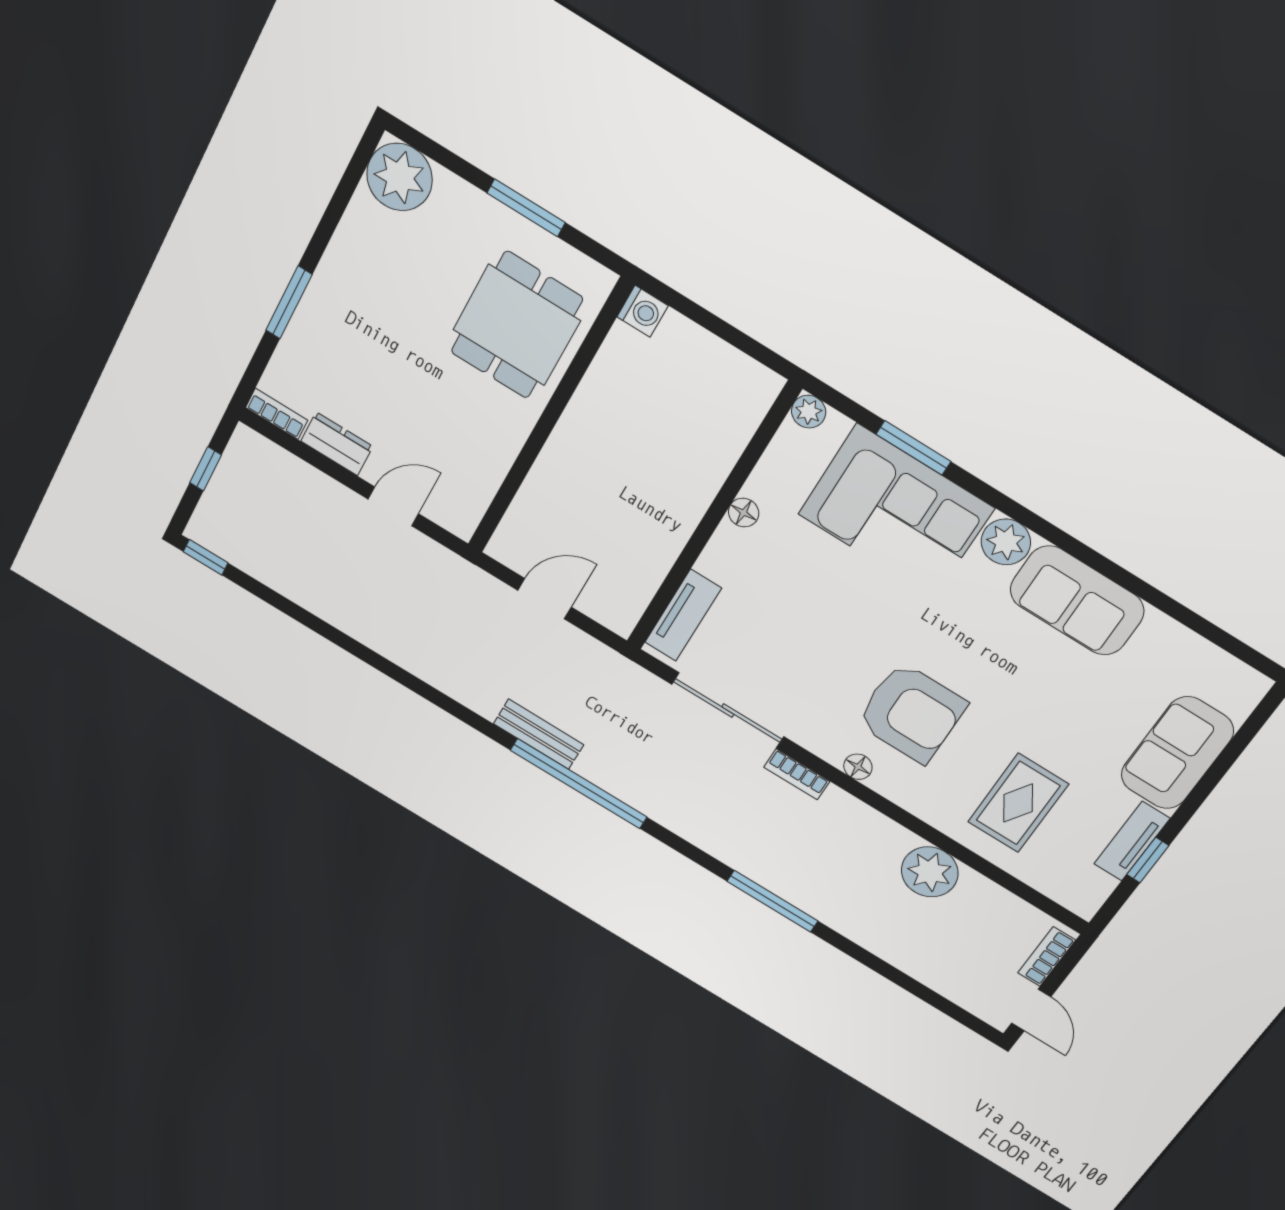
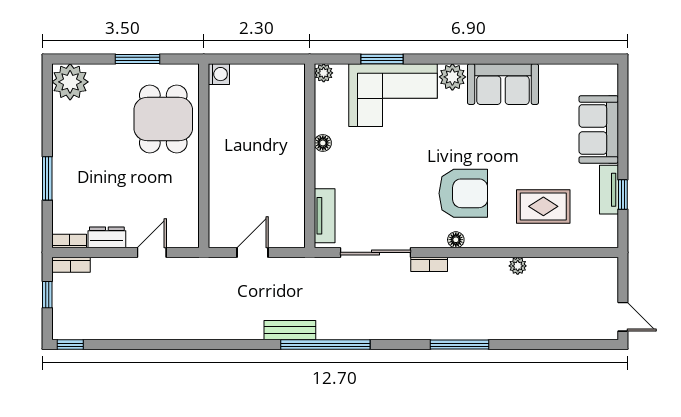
rug: (1018, 803) -> (543, 206), turned 90
plant: (930, 872) -> (518, 266), width x0.53, depth x0.53
bookcase: (1047, 956) -> (71, 265), moved, turned -90

